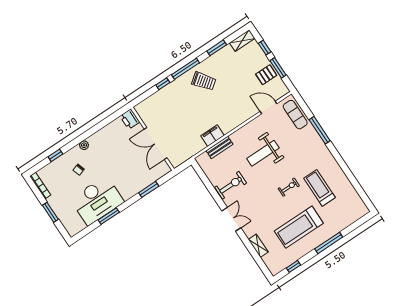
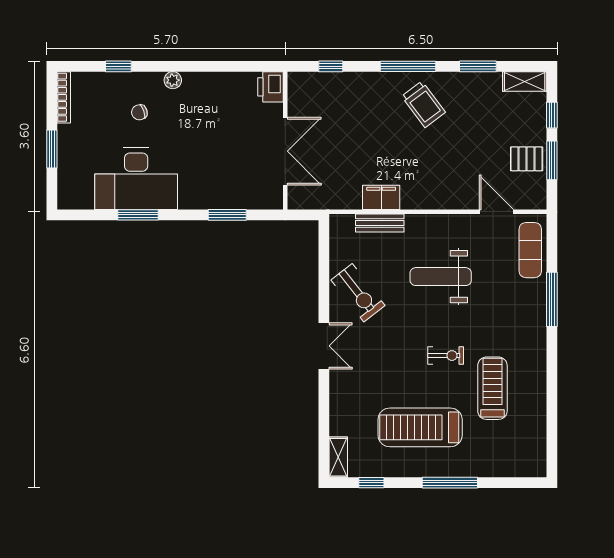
window: (163, 84) -> (331, 66), moved
double door: (156, 144) -> (285, 151), swing flipped
exercise bike: (231, 185) -> (358, 293), turned 52
shelving: (258, 246) -> (338, 457), moved

